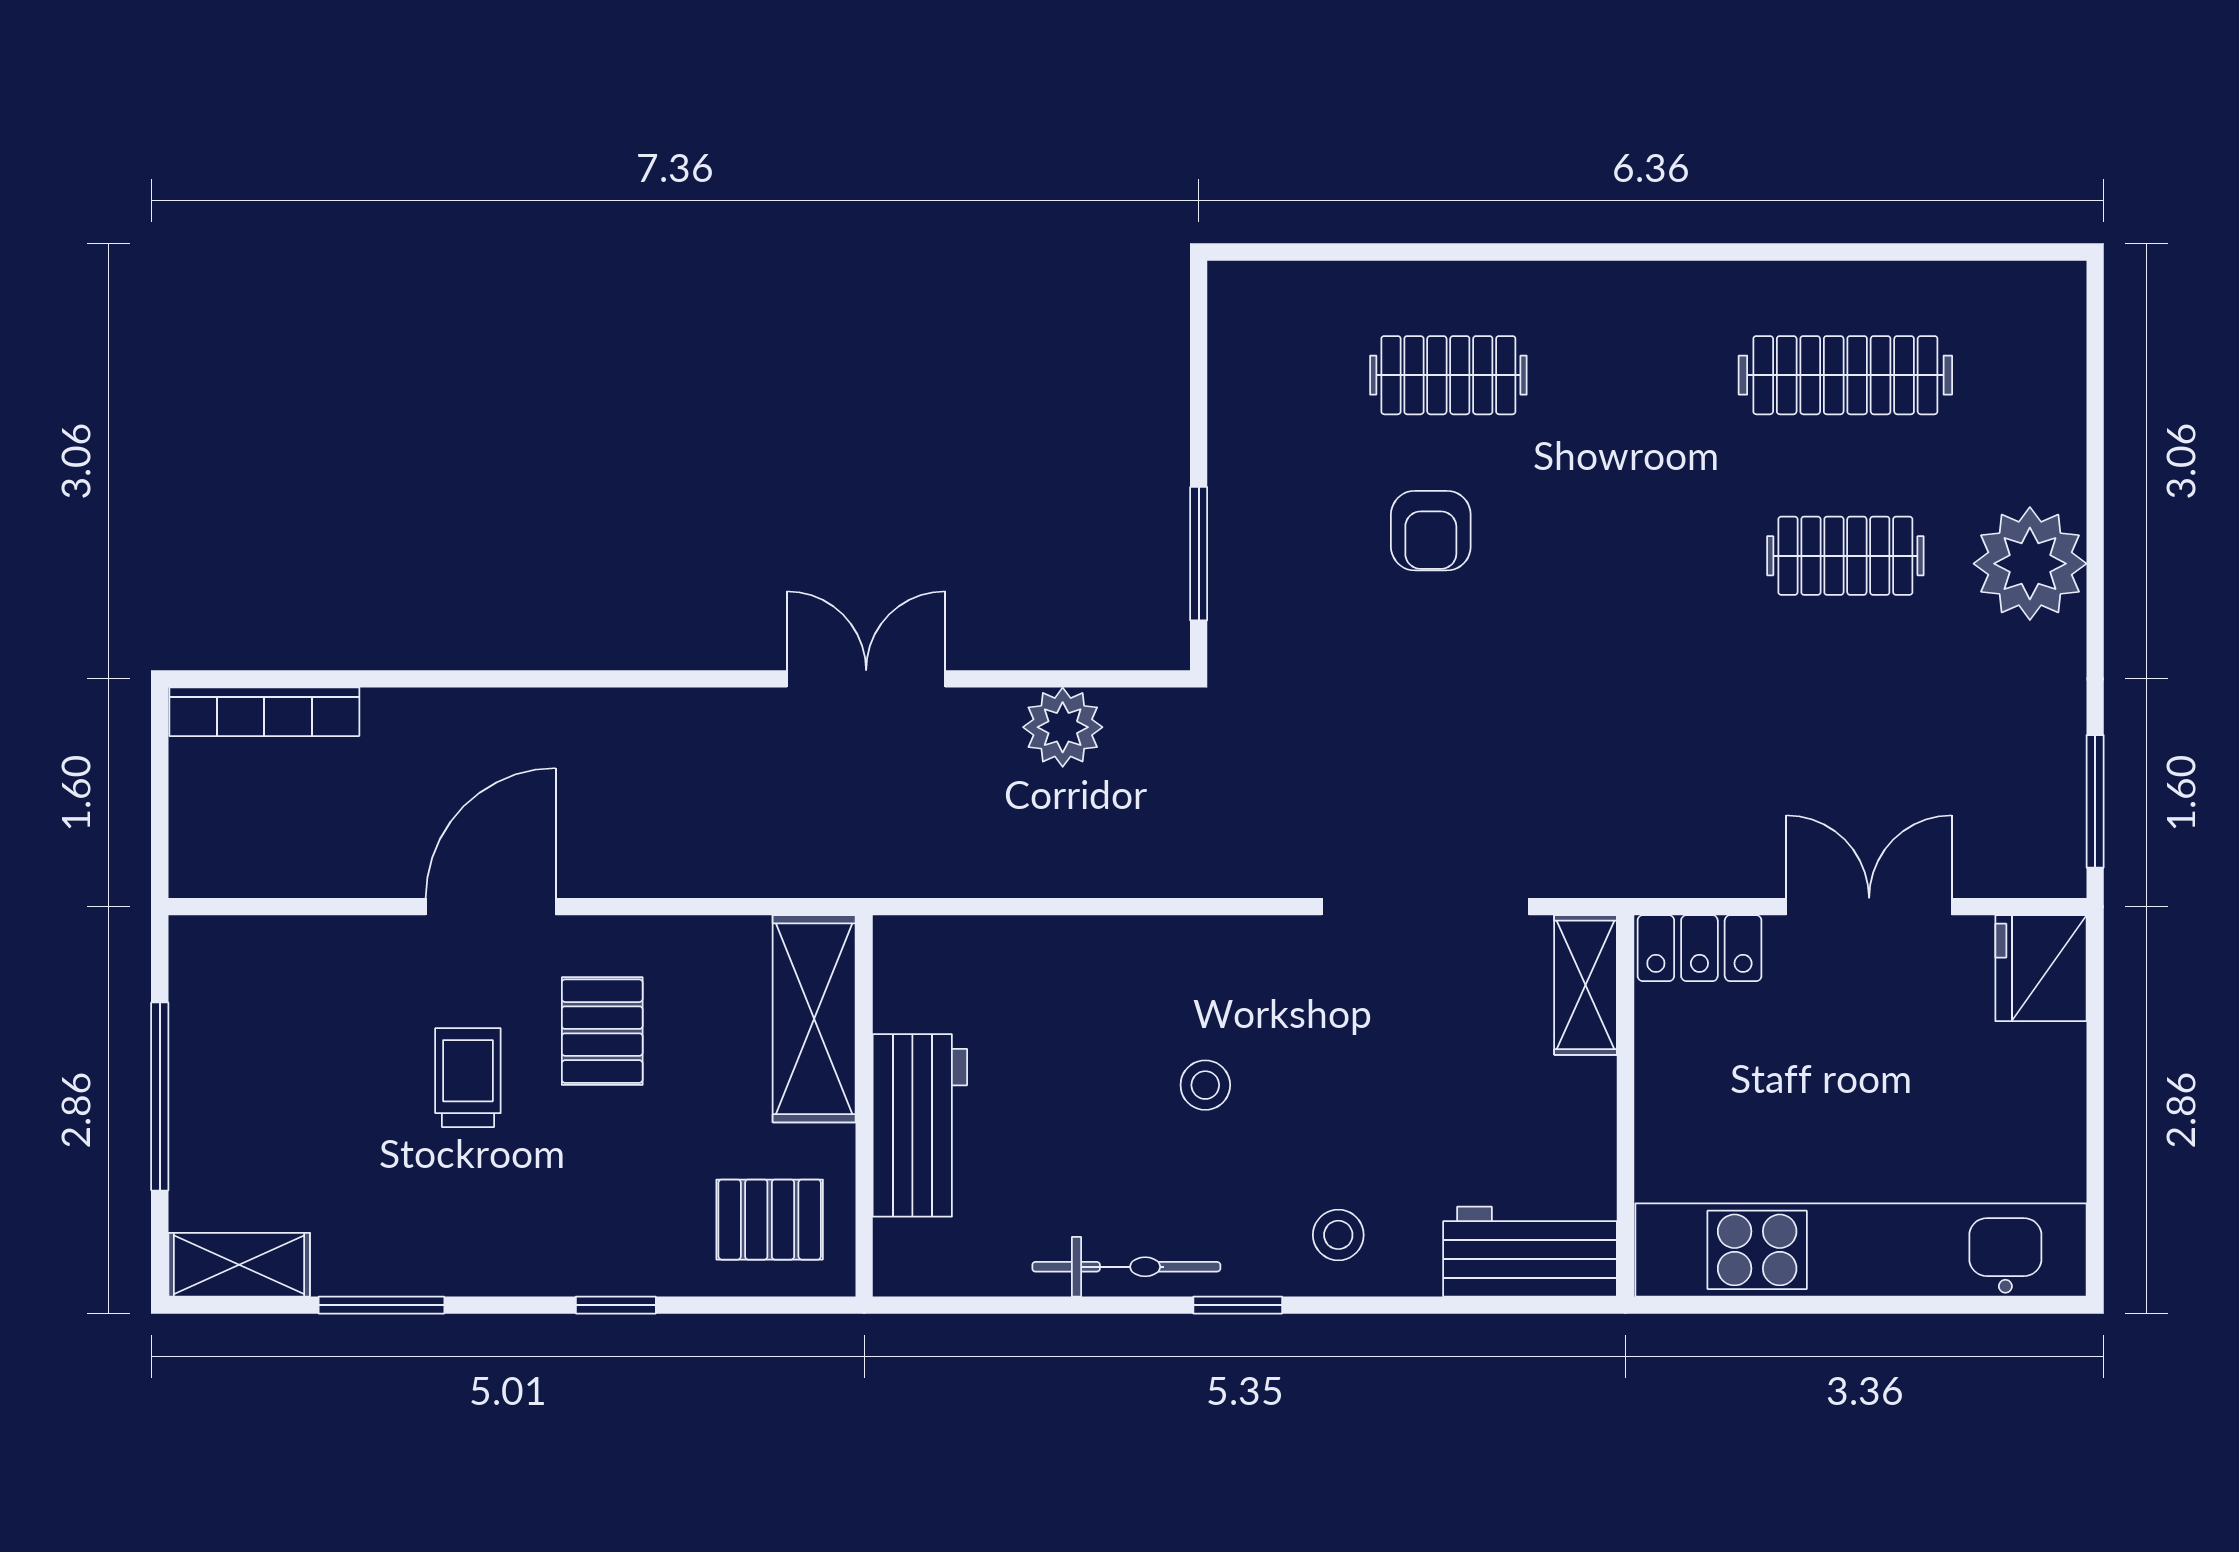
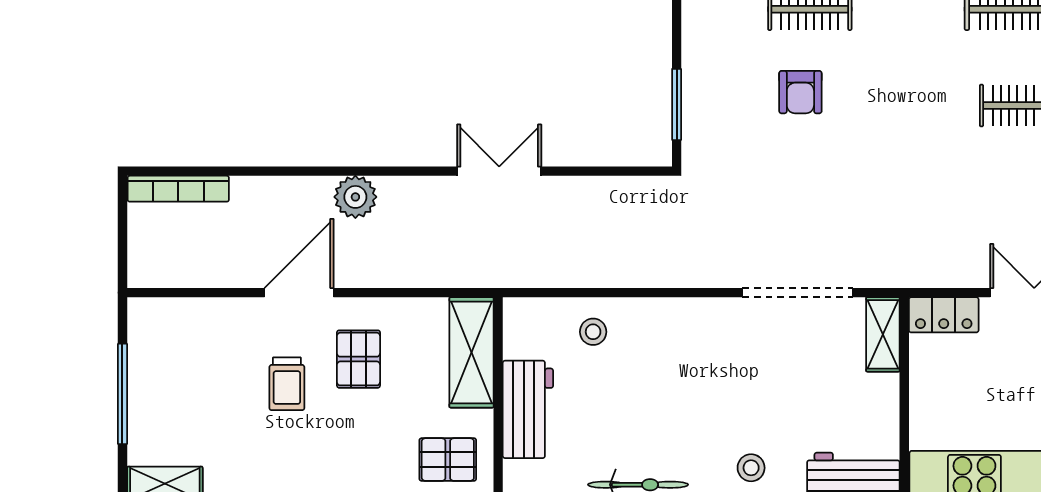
plant: (1063, 727) -> (355, 197), moved
trolley: (468, 1078) -> (287, 384), turned 180
stool: (1205, 1085) -> (593, 332), moved

